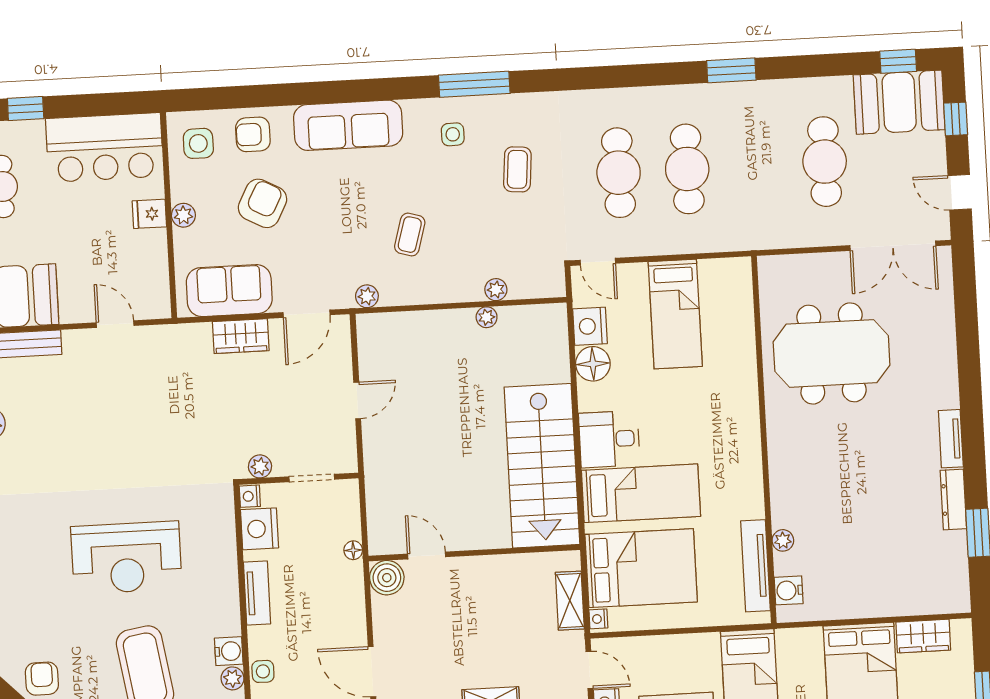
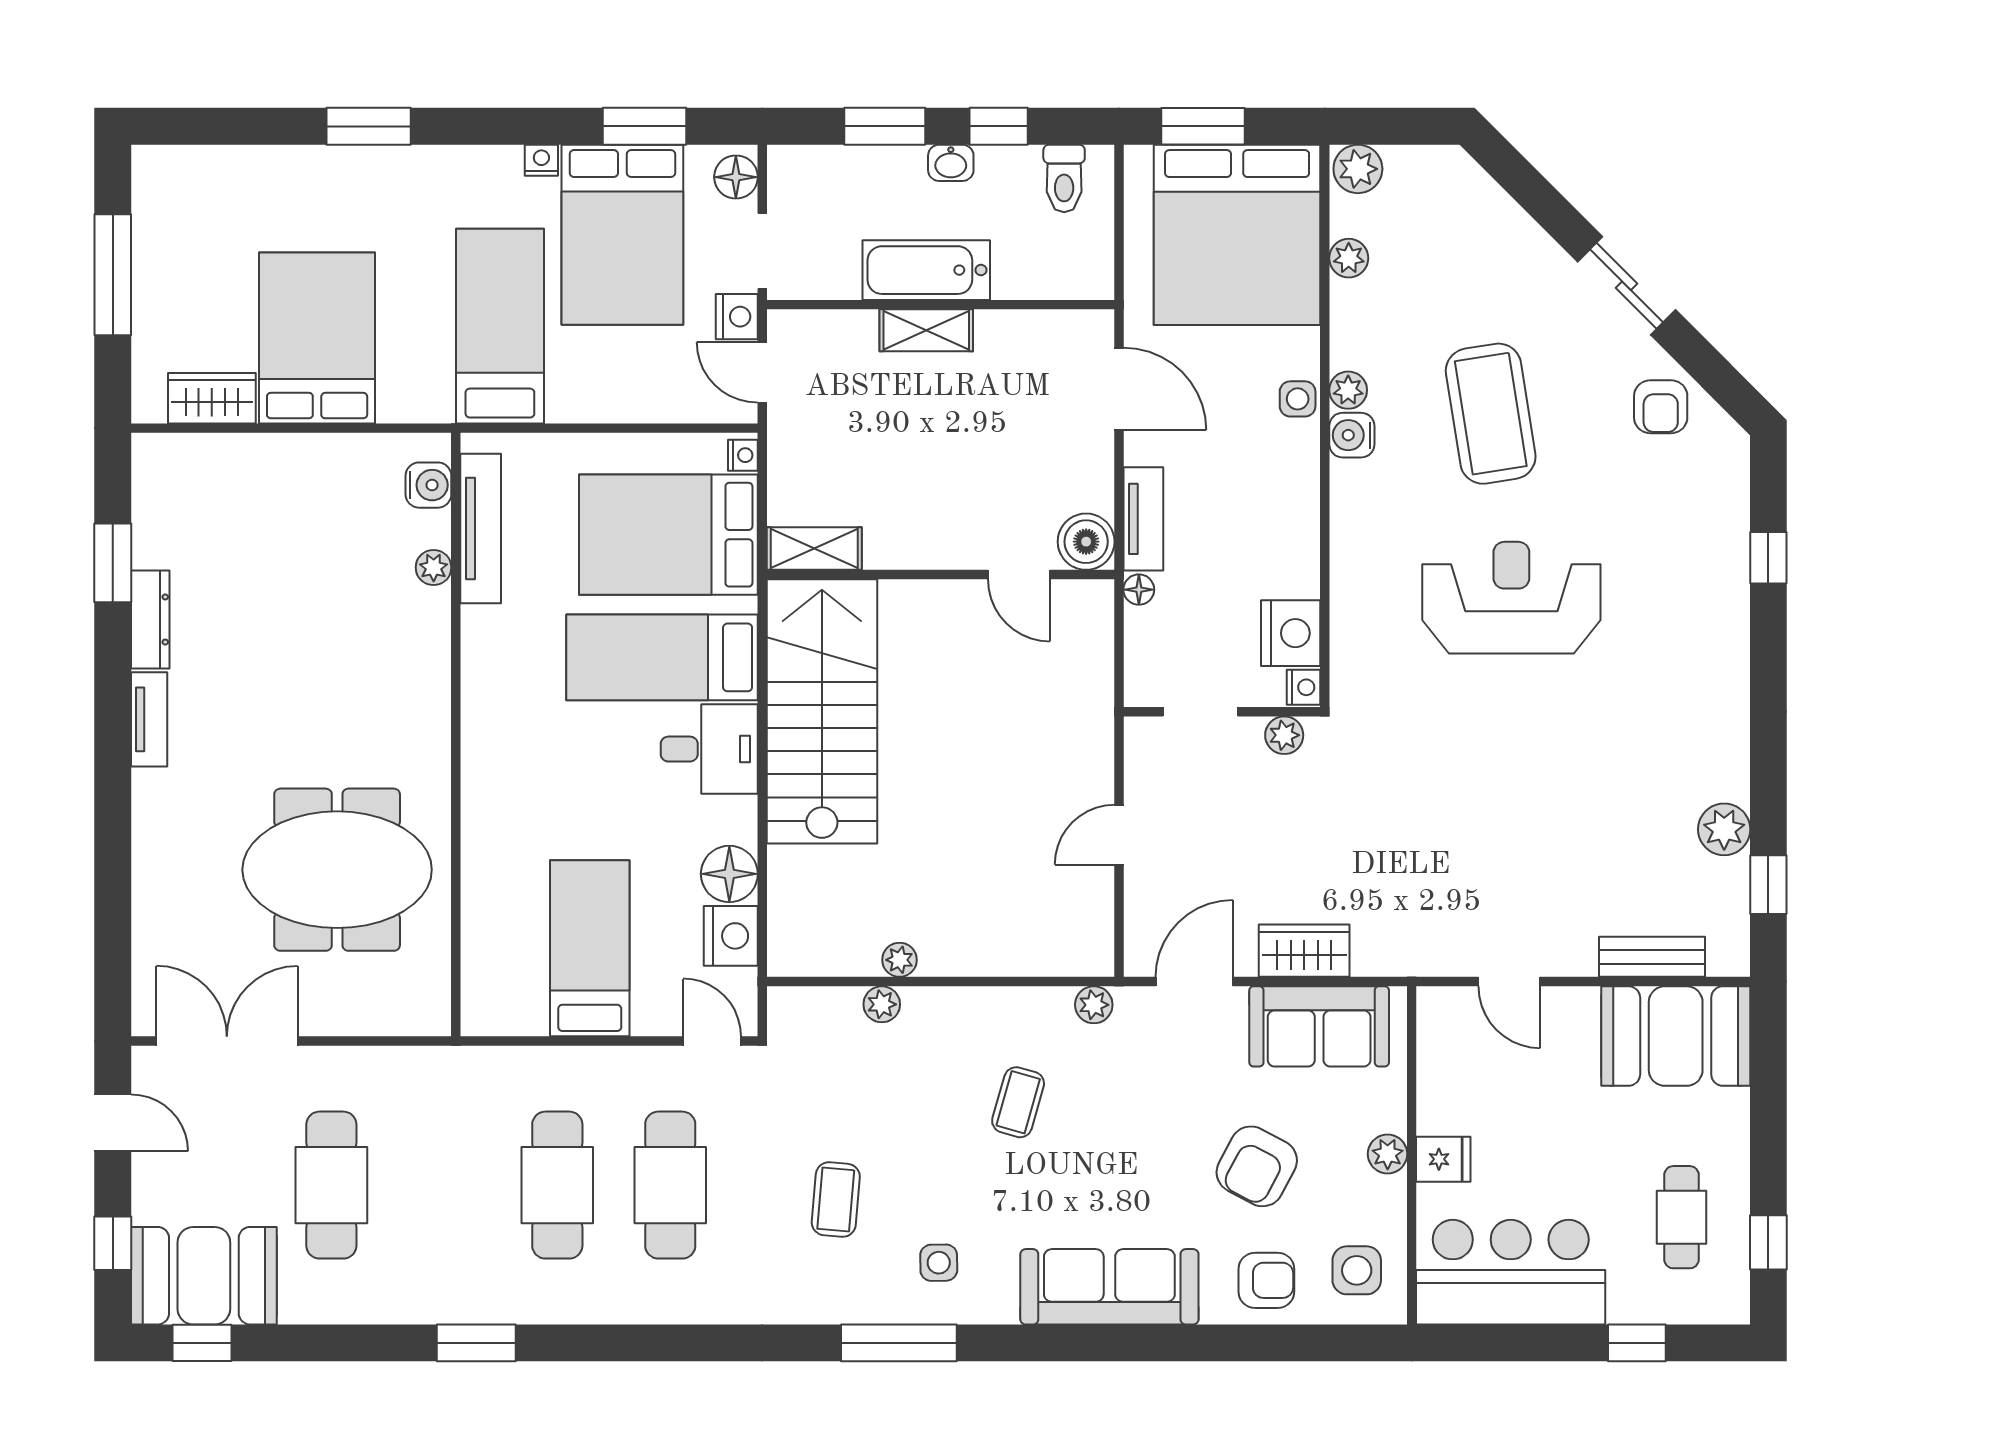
tv unit: (257, 593) -> (1143, 519), moved, turned 180
shelving: (570, 601) -> (814, 549), moved, turned 90

